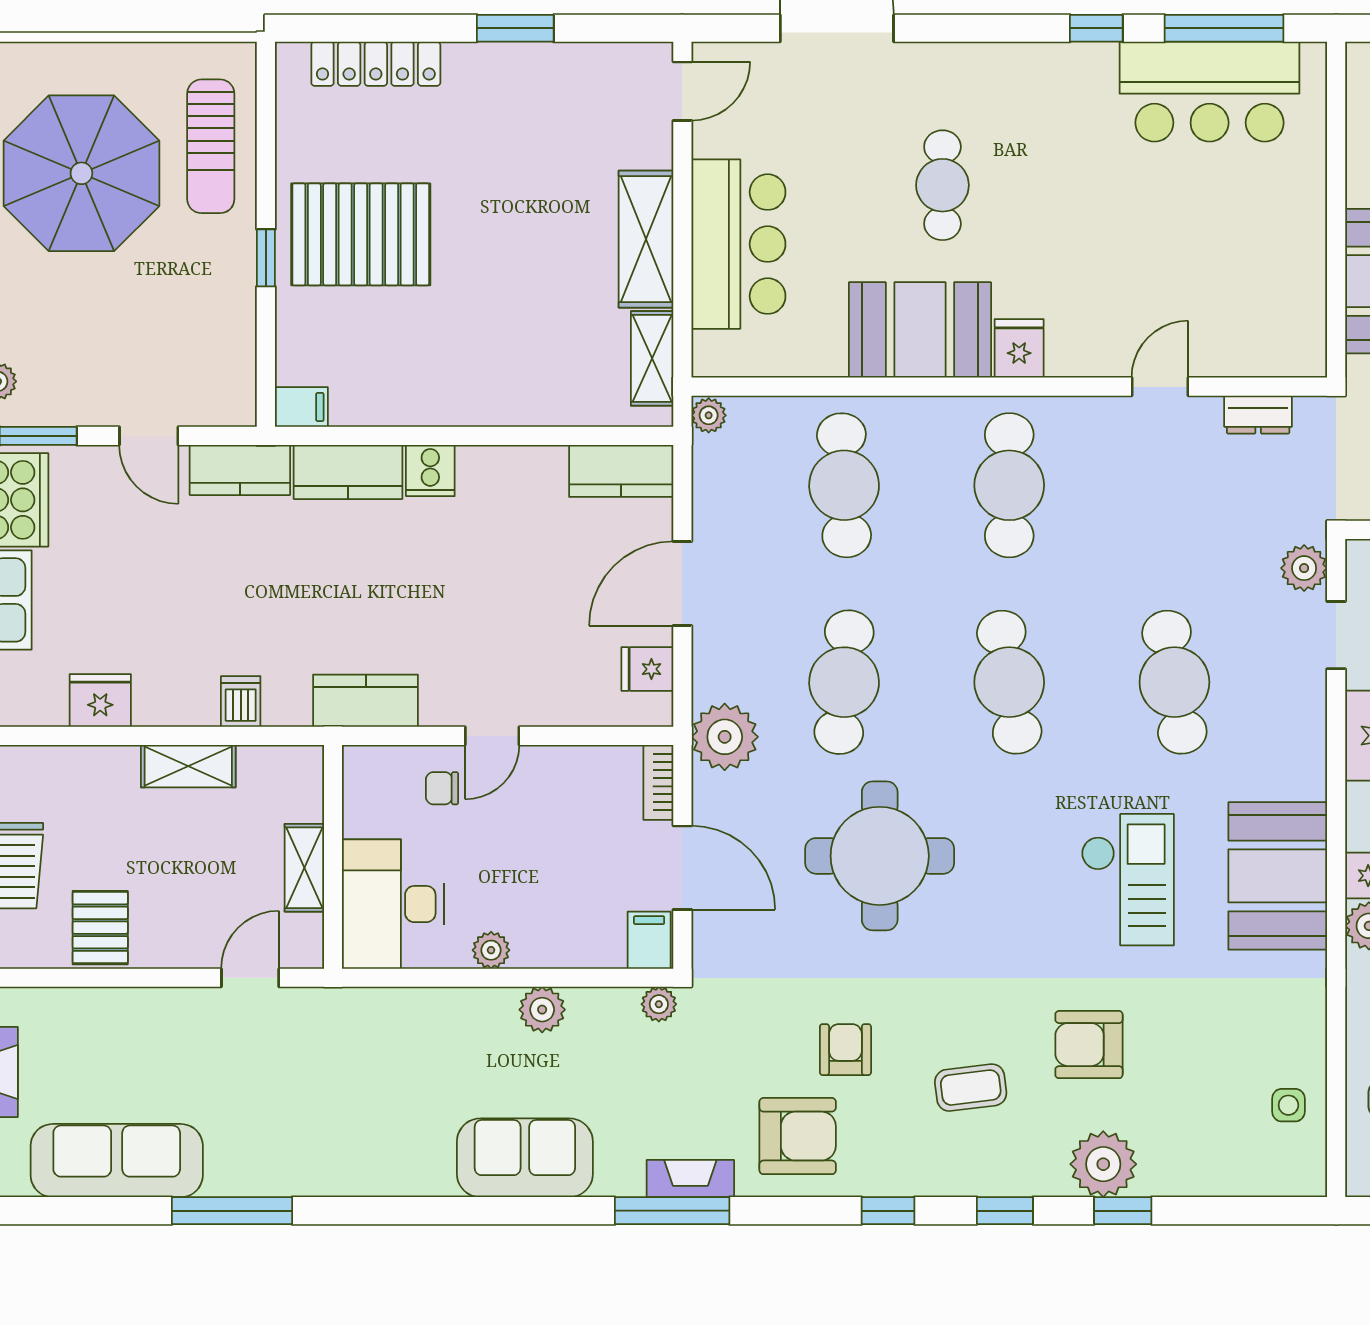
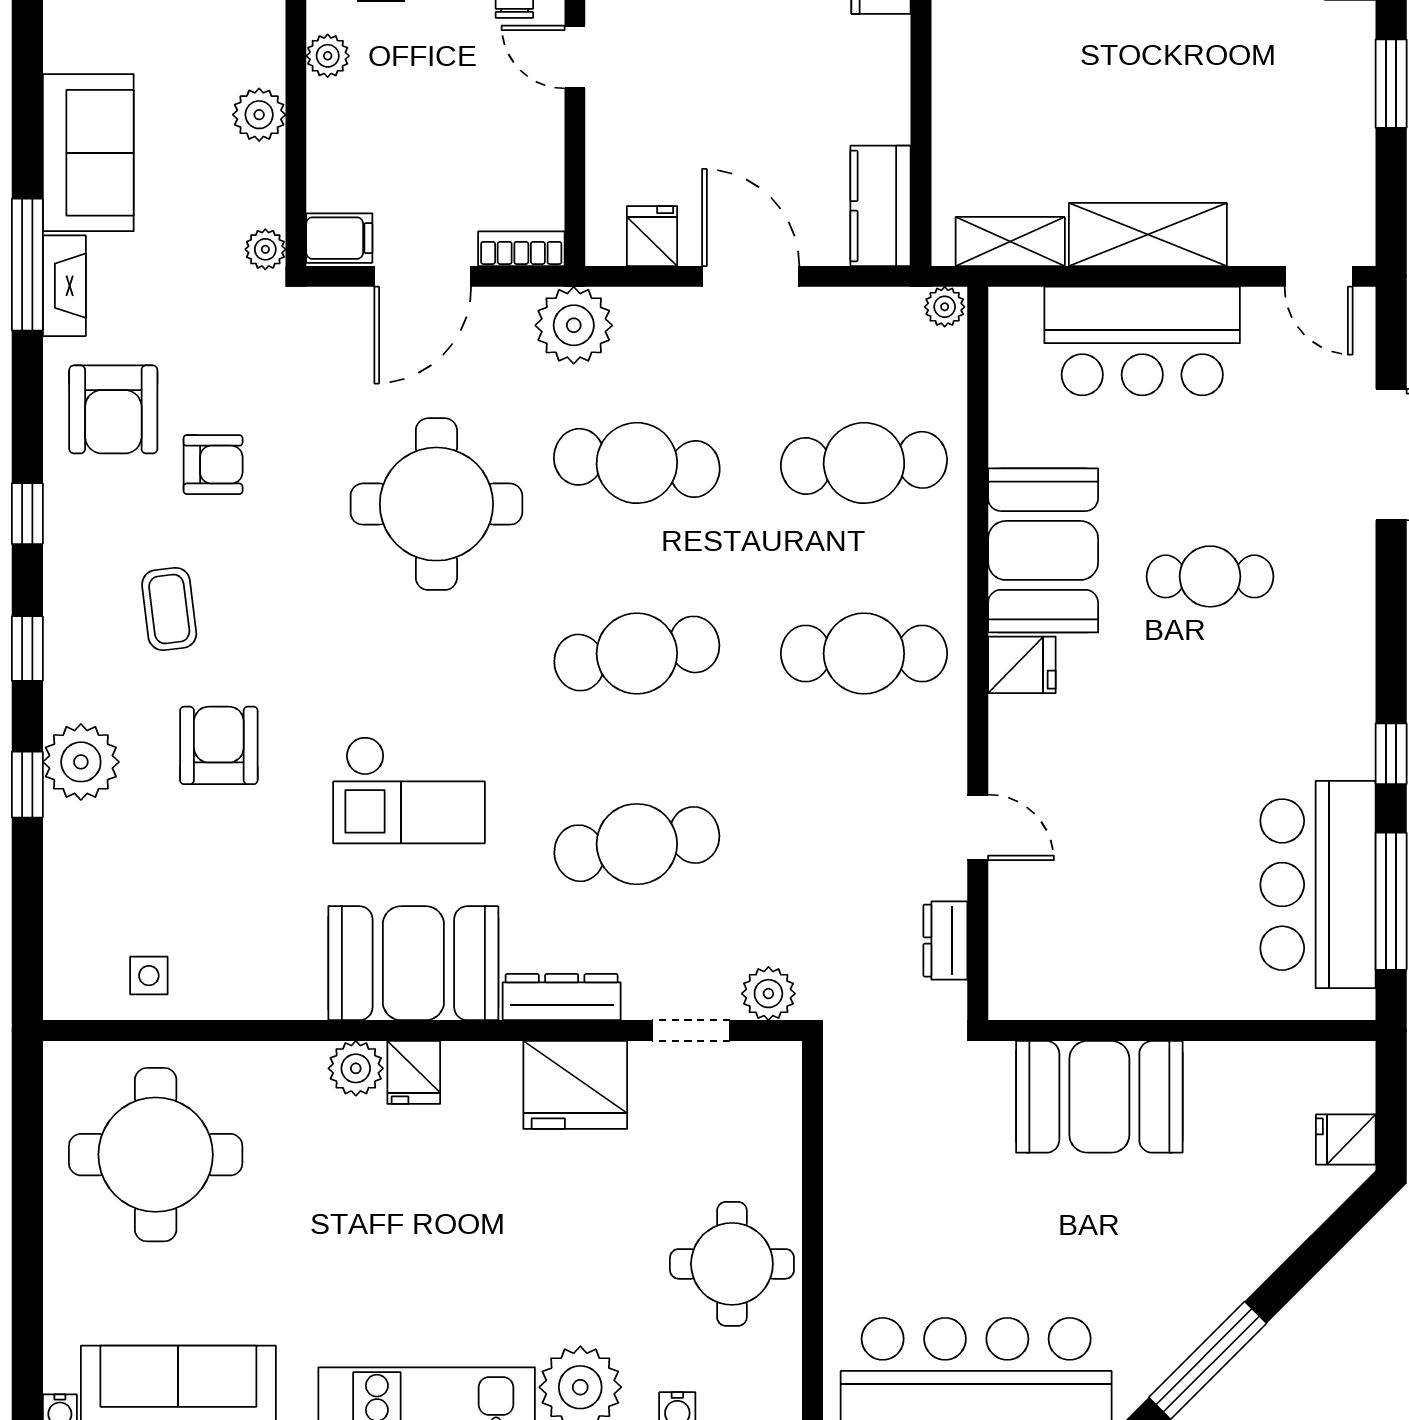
dresser: (1307, 747) -> (562, 997), added
sofa: (525, 1158) -> (88, 153), moved

